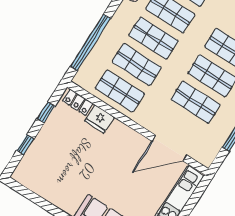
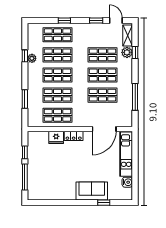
window: (90, 42) -> (25, 99), width x0.47
locker: (78, 102) -> (74, 136), moved
window: (25, 145) -> (25, 177), width x2.17

